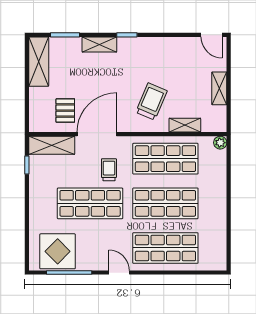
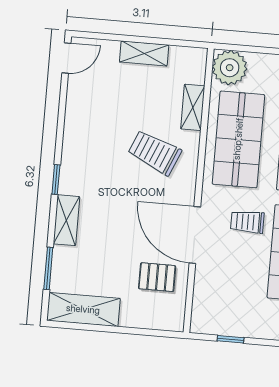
plant: (220, 143) -> (230, 68), width x1.88, depth x1.88
shelving: (52, 145) -> (205, 301), removed

